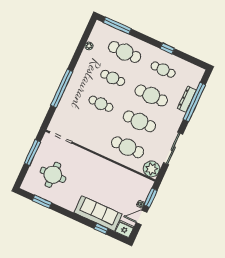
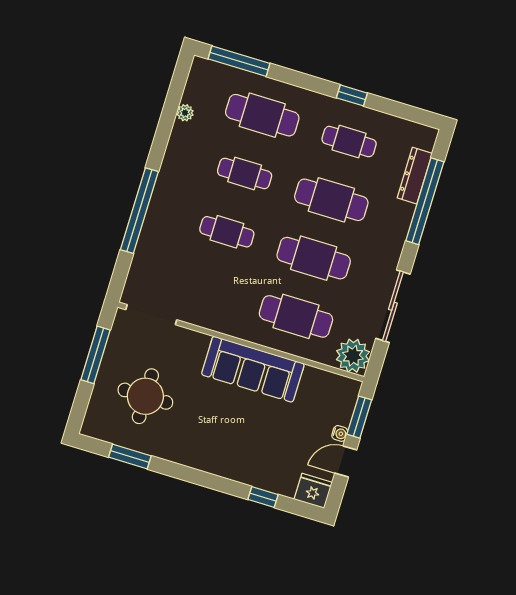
dresser: (187, 99) -> (415, 176), moved
sofa: (98, 213) -> (253, 369), moved, turned 180

